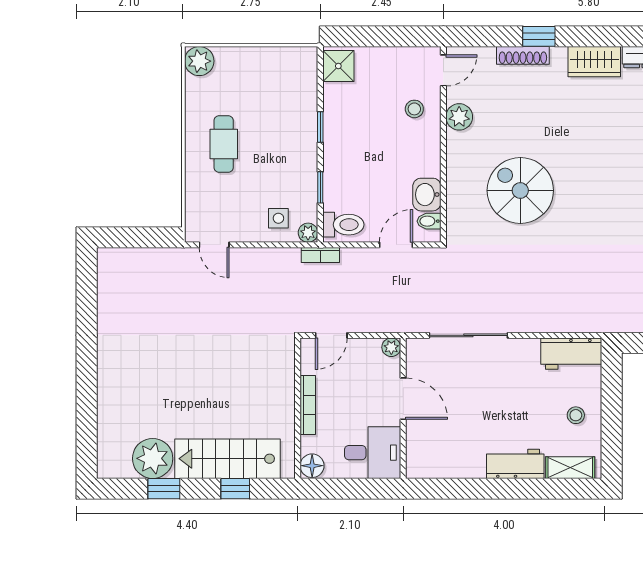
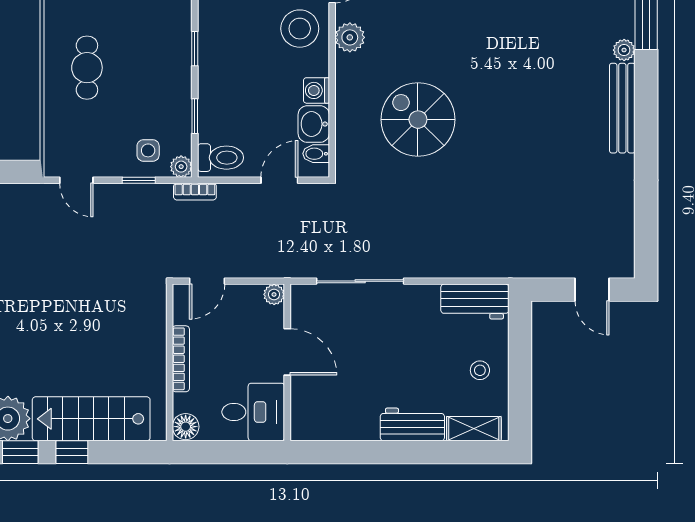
stool: (414, 109) -> (300, 29), width x1.89, depth x1.89
washing machine: (429, 164) -> (316, 90), added
window: (270, 245) -> (139, 180), added
window: (235, 489) -> (72, 452), moved

